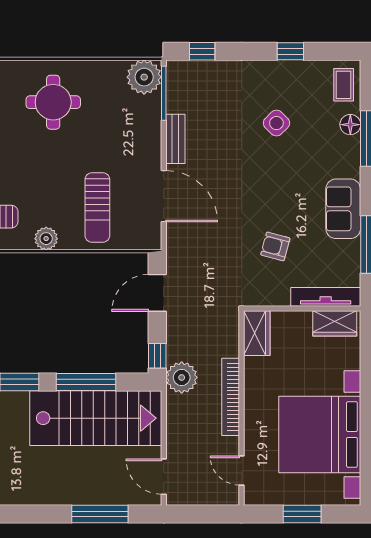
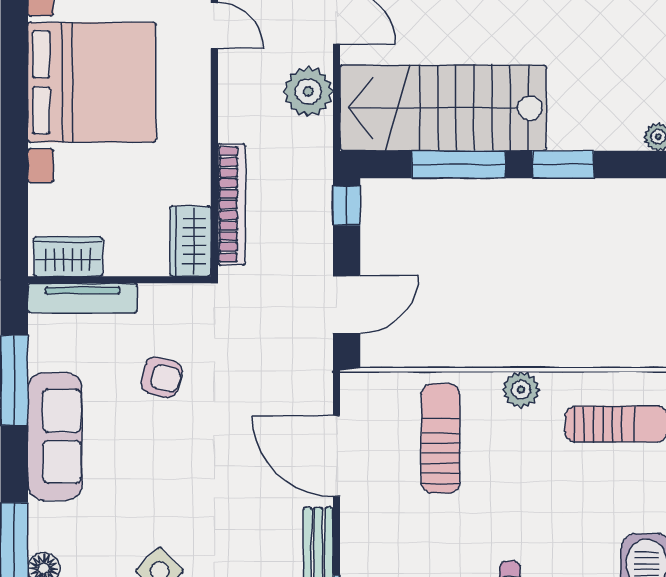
sofa: (343, 209) -> (55, 436), width x1.36
plant: (182, 377) -> (308, 91), moved
bookcase: (231, 397) -> (232, 204), moved

